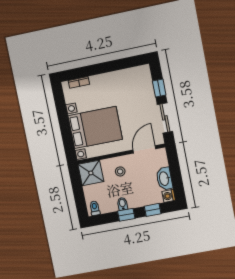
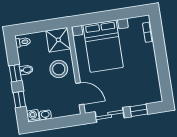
stool: (120, 171) -> (59, 69), width x1.89, depth x1.89
washbasin: (164, 179) -> (45, 115), width x0.52, depth x0.69

